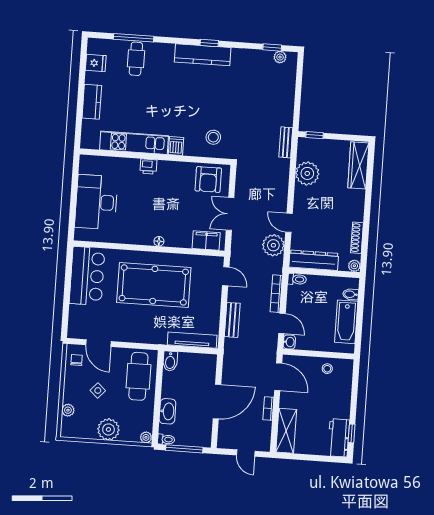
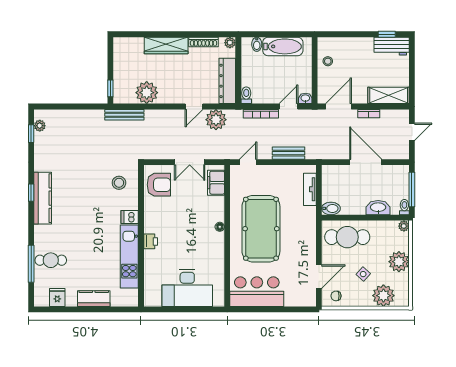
bench: (286, 142) -> (124, 115), width x1.36
wardrobe: (358, 165) -> (166, 45), moved
tv unit: (192, 340) -> (310, 189), width x0.71
plant: (68, 410) -> (383, 296), width x1.87, depth x1.87

